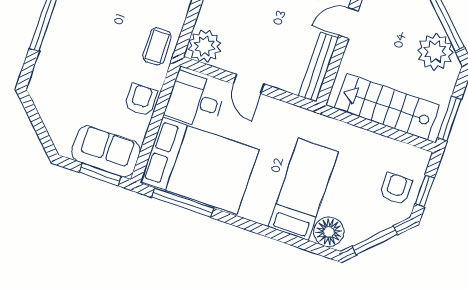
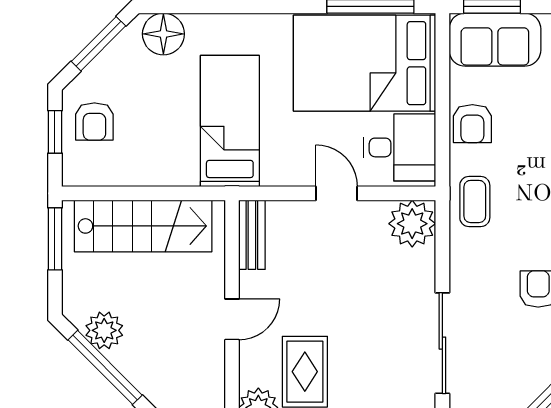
plant: (435, 52) -> (104, 330), width x0.73, depth x0.73
bench: (318, 67) -> (252, 235), width x0.73
bed: (303, 189) -> (230, 121), moved, turned 180

